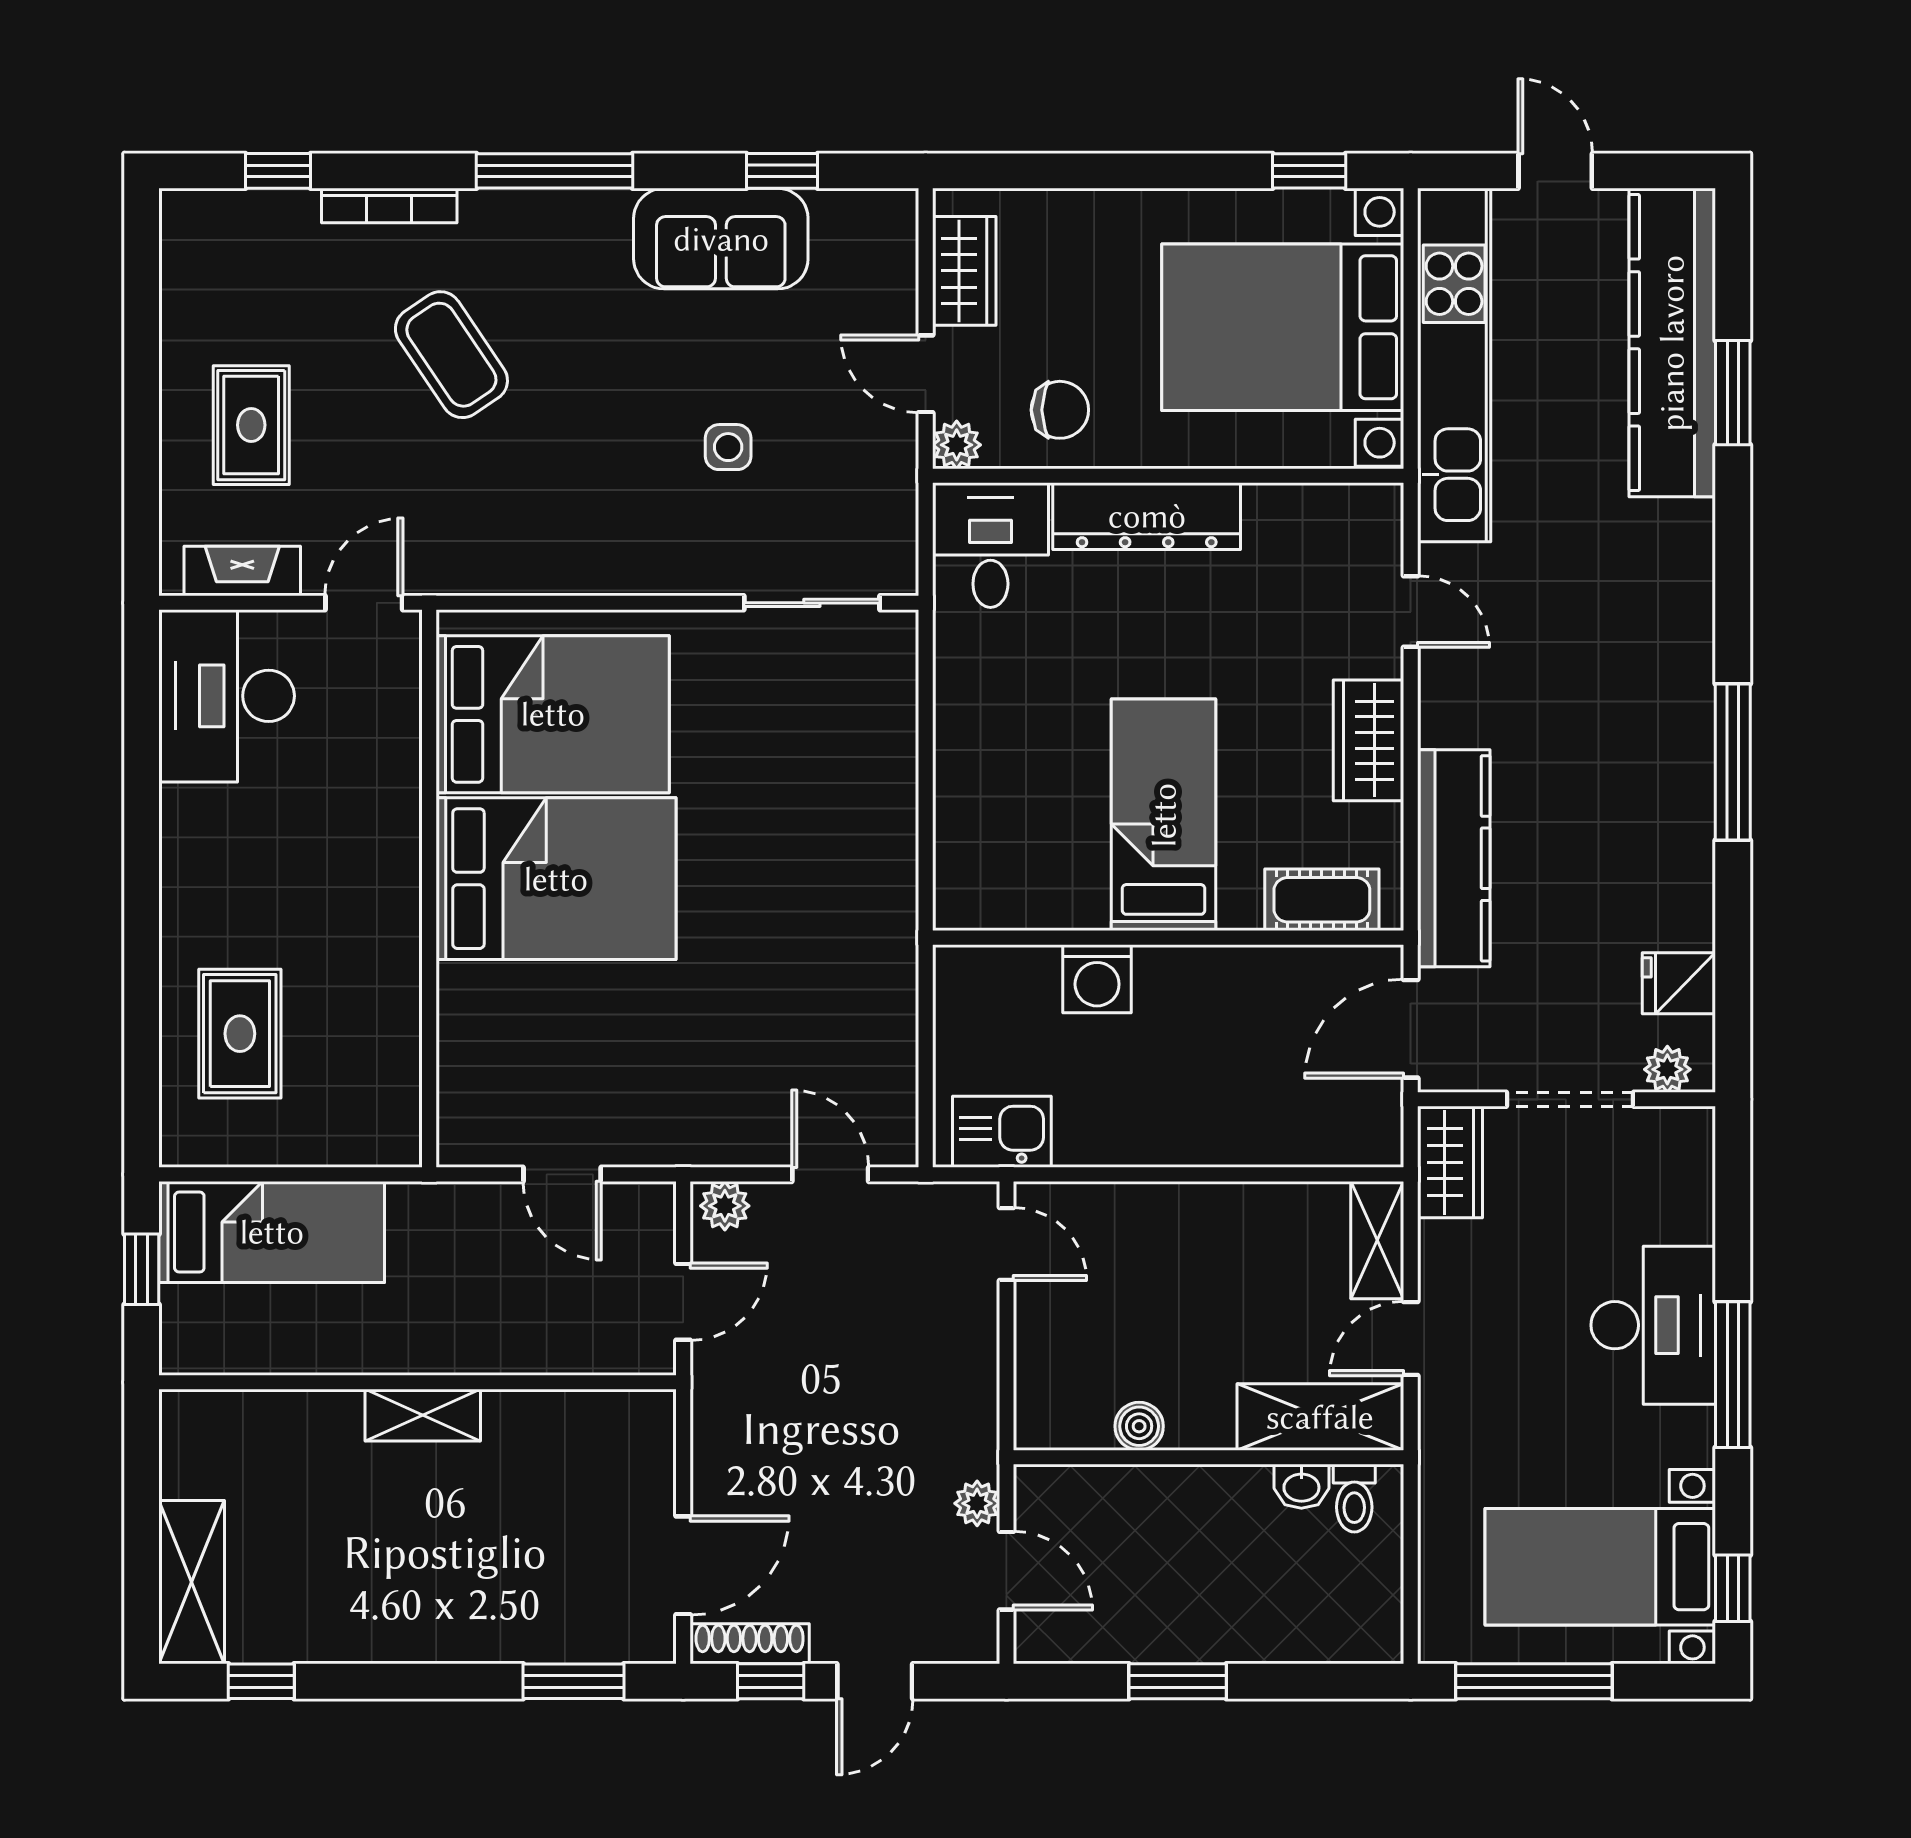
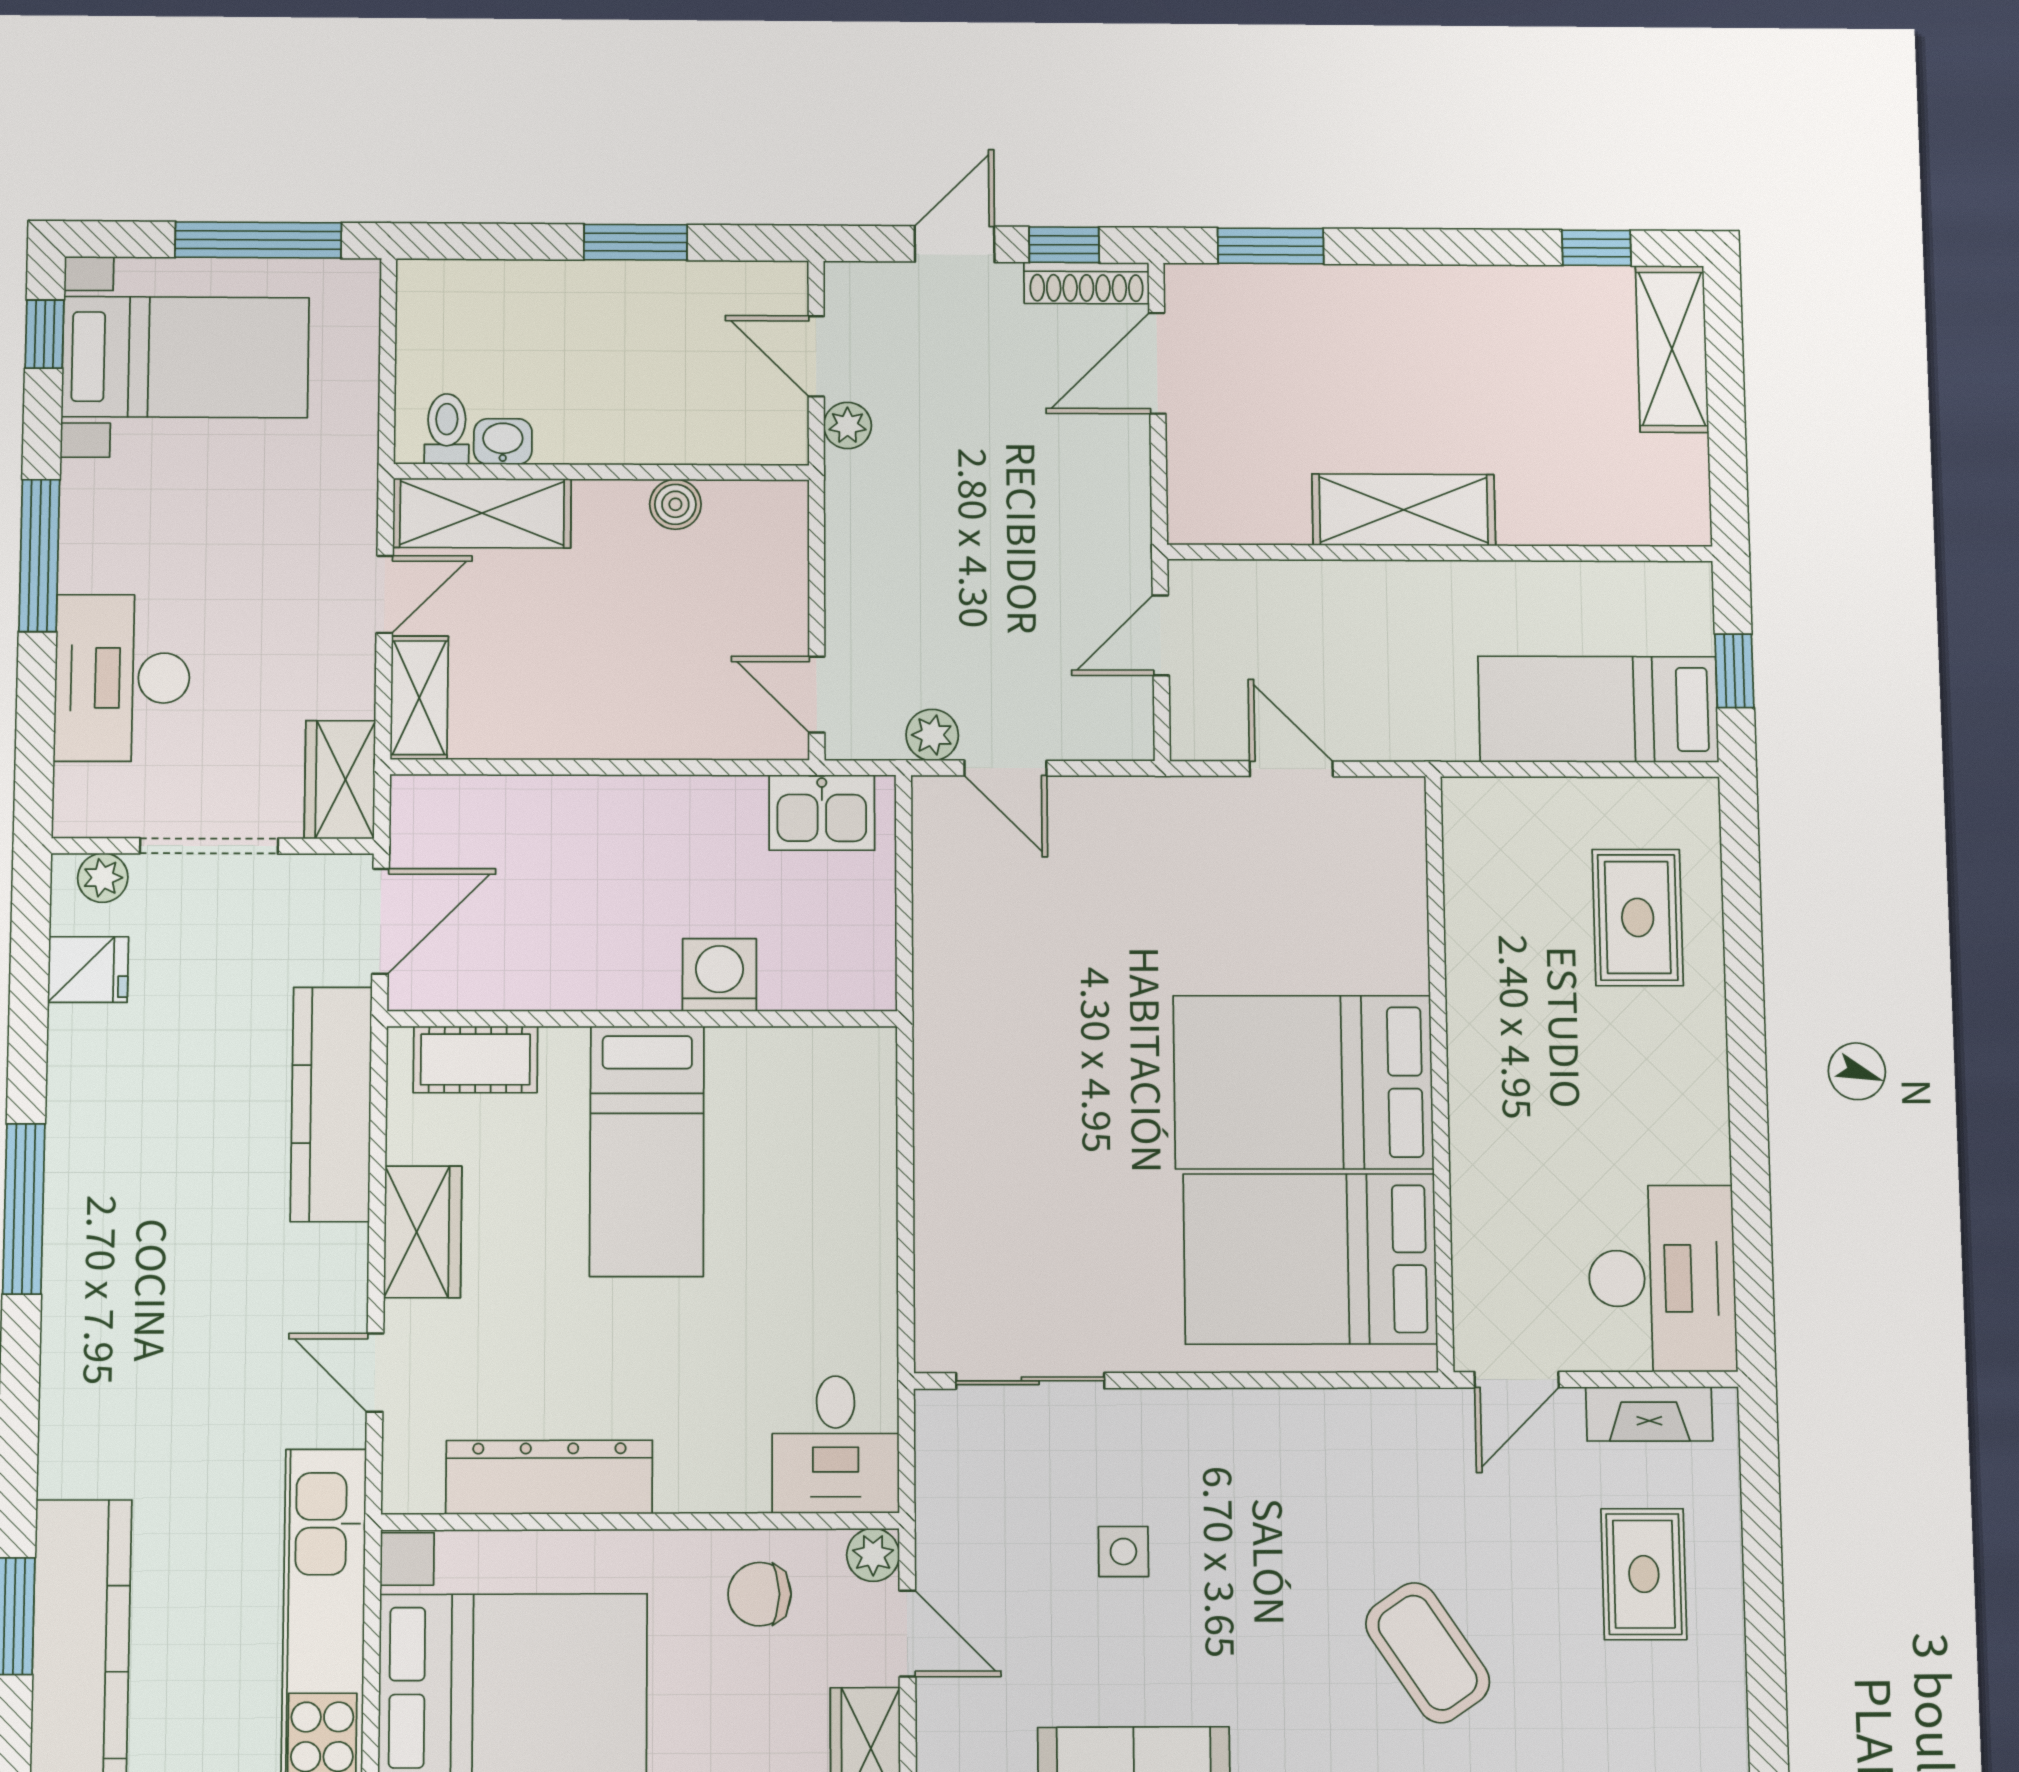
dresser: (1147, 516) -> (549, 1477), moved
plant: (725, 1206) -> (932, 735), moved
desk: (1653, 1325) -> (122, 678), moved
shelving: (423, 1415) -> (1404, 510), width x1.50, depth x1.33

